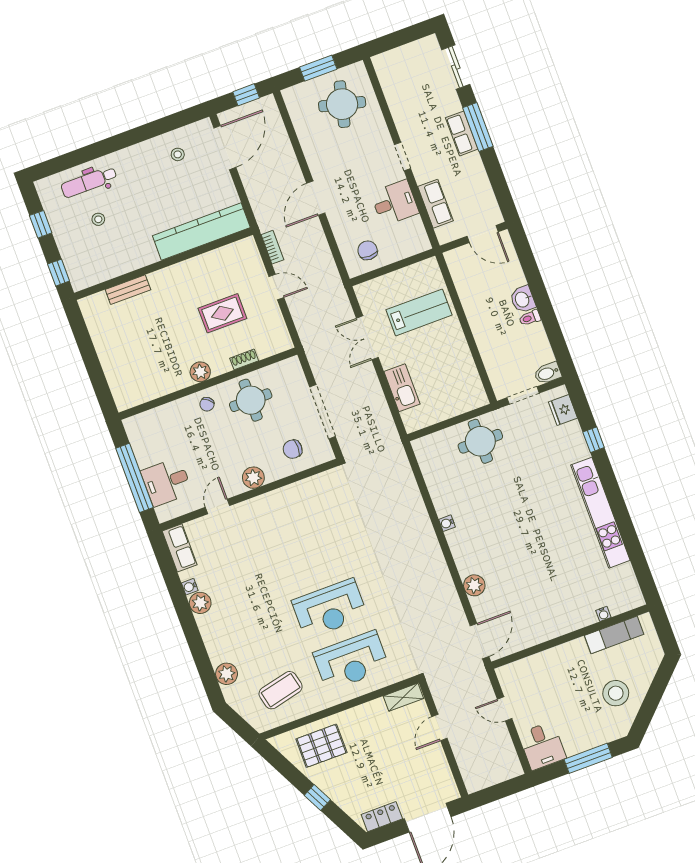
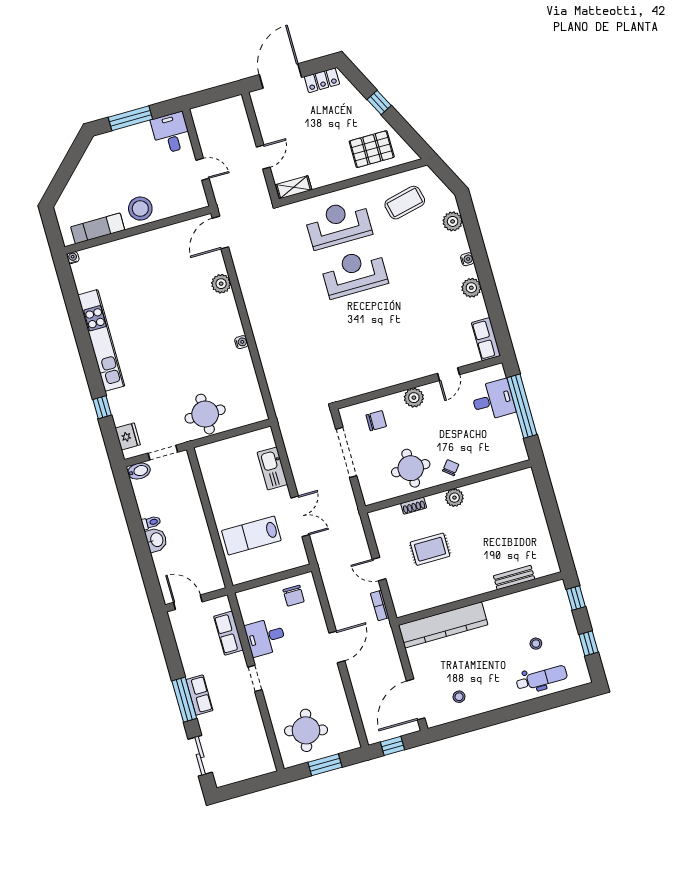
water cooler: (190, 587) -> (467, 259), moved
water cooler: (603, 614) -> (73, 258), moved
stool: (616, 693) -> (140, 209), moved

